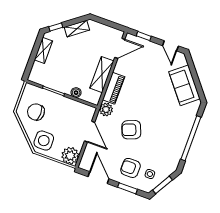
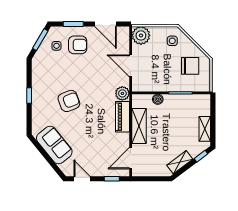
armchair: (131, 130) -> (69, 101), moved
window: (191, 138) -> (29, 95), width x0.32
side table: (44, 141) -> (172, 41), width x0.54, depth x0.54

